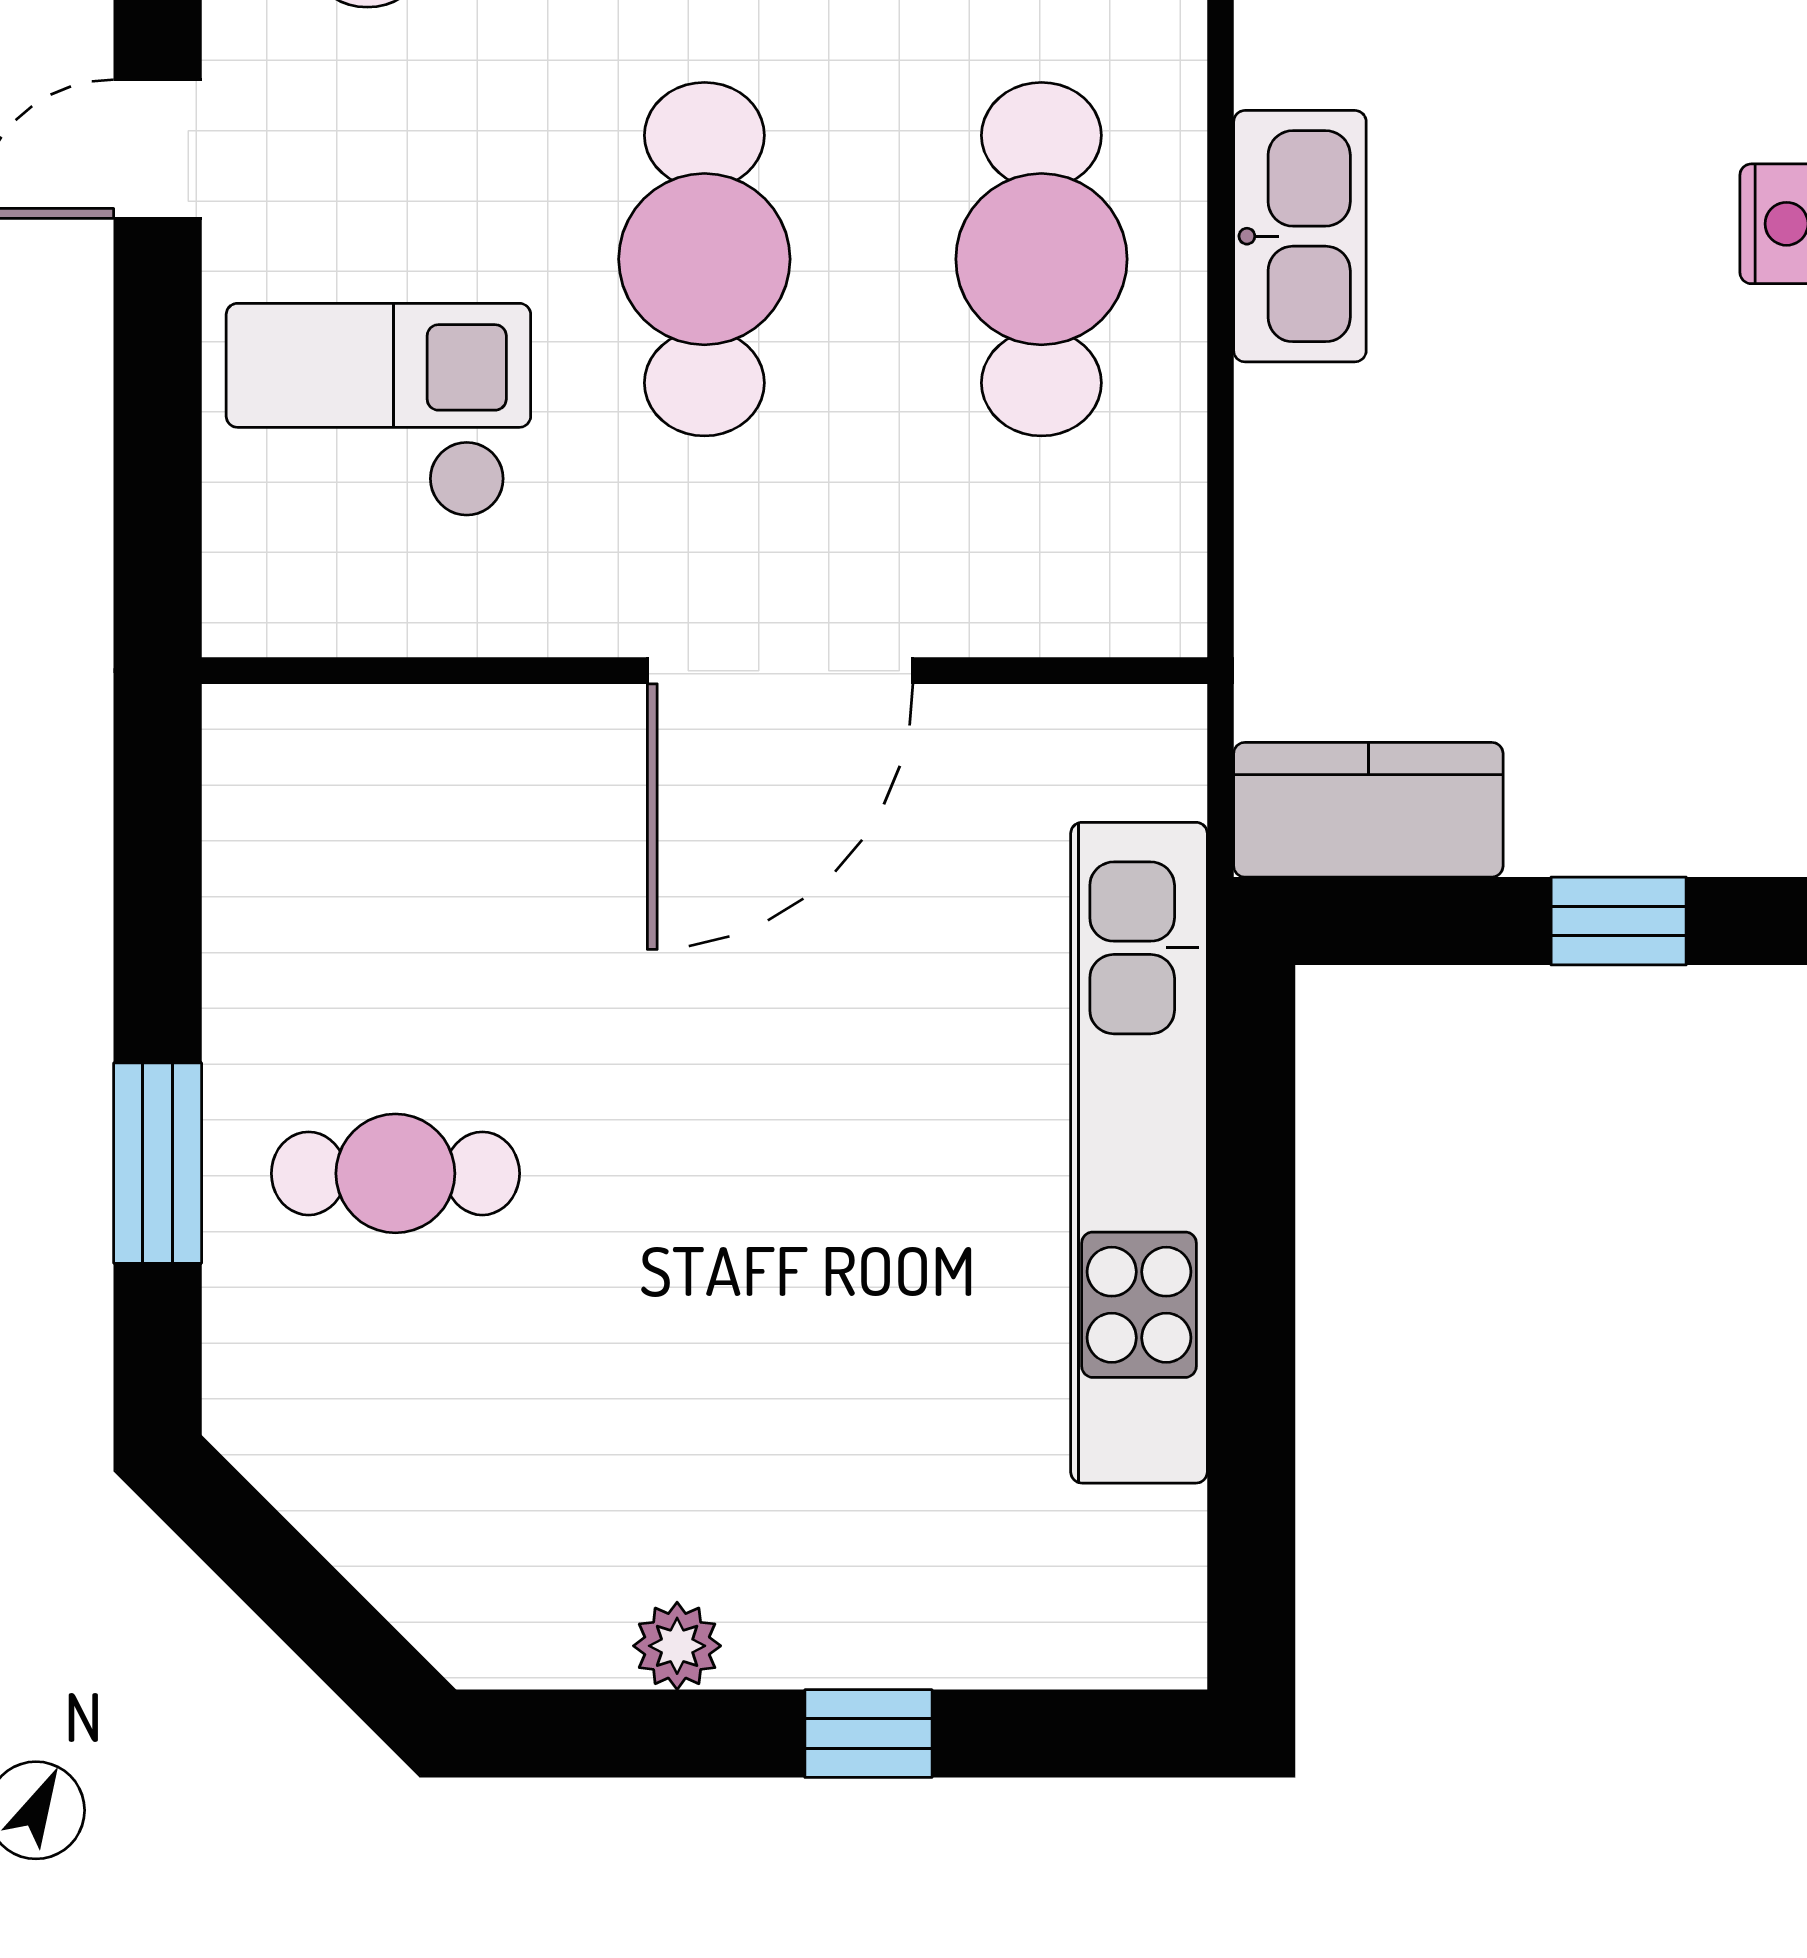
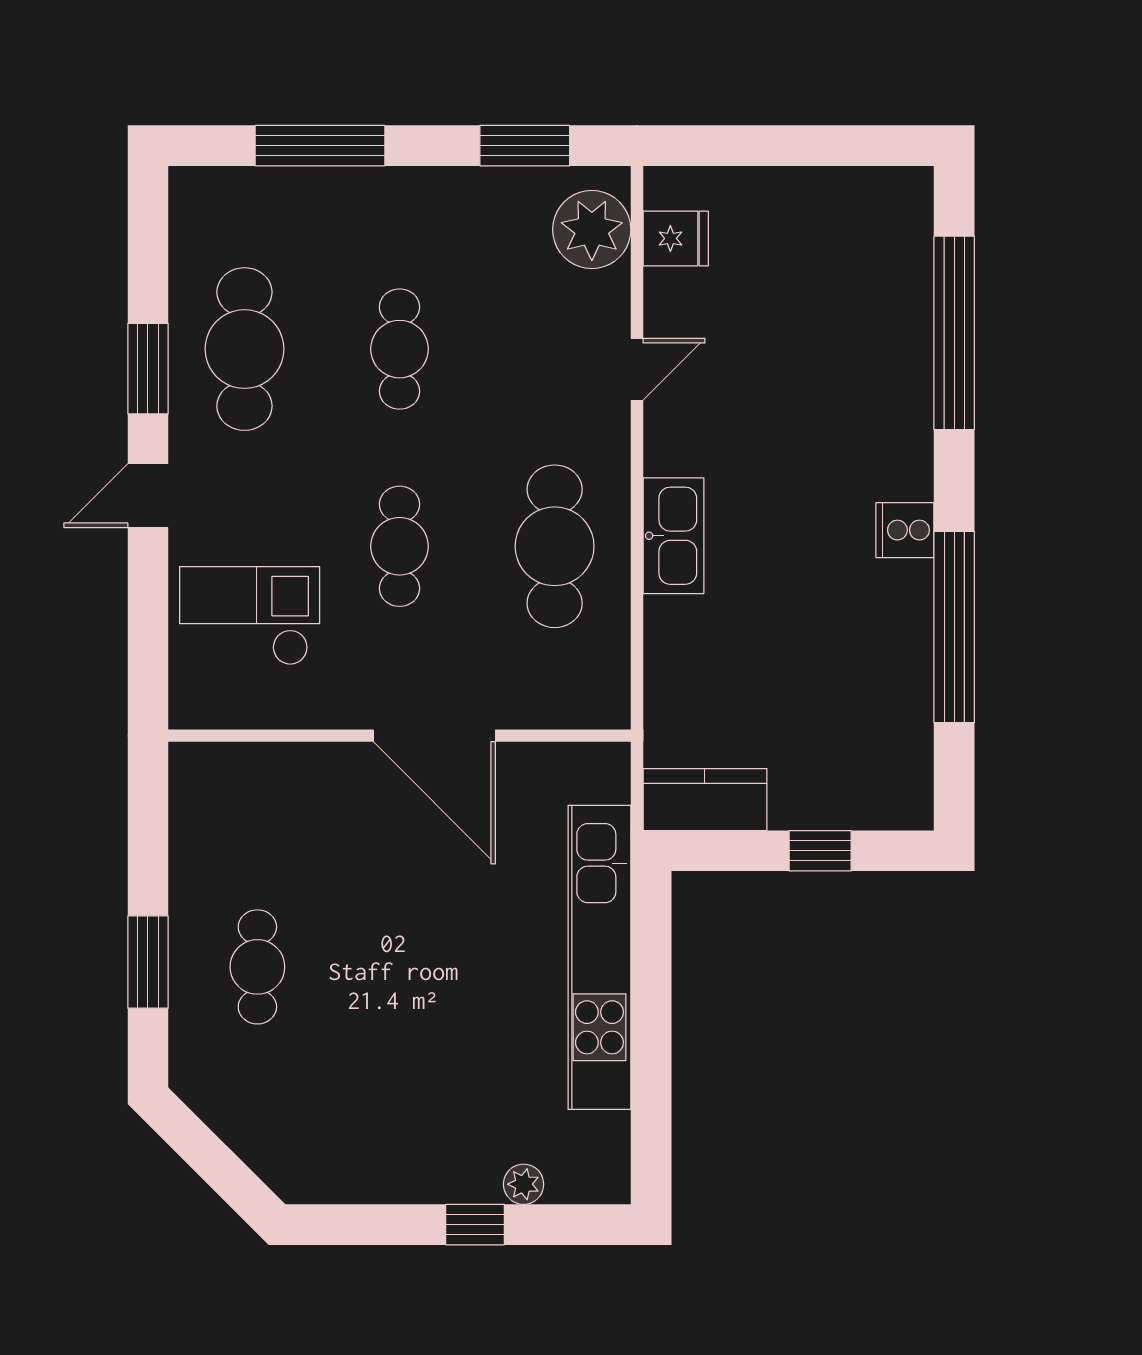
cafe table: (704, 259) -> (400, 546), width x0.73, depth x0.74
door: (780, 671) -> (434, 736), hinge flipped
cafe table: (395, 1173) -> (257, 967), turned 90
plant: (677, 1646) -> (524, 1184), moved

